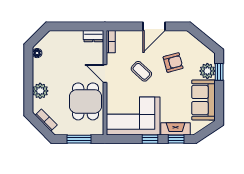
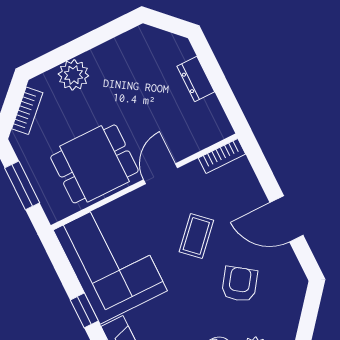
dresser: (93, 36) -> (196, 79), moved
floor lamp: (37, 53) -> (137, 36), removed
armchair: (173, 63) -> (240, 284), turned -130

